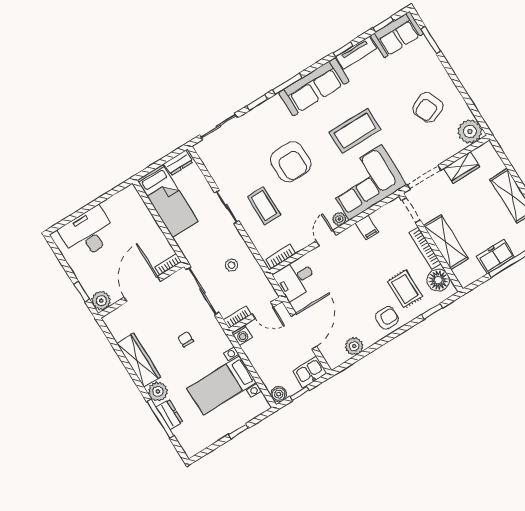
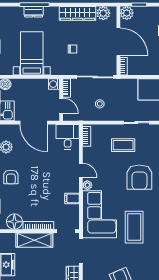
armchair: (291, 162) -> (139, 177), turned -90
rug: (405, 289) -> (21, 198), removed
door: (263, 310) -> (61, 106), swing flipped
plant: (158, 391) -> (103, 13), moved

